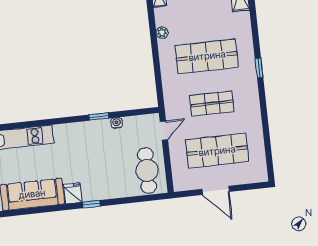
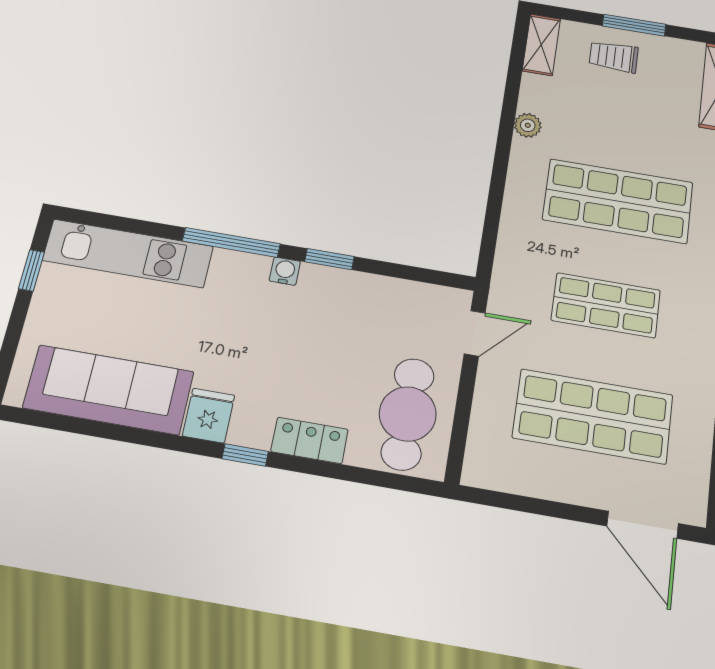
window: (58, 121) -> (231, 242), added
water cooler: (117, 123) -> (285, 271), moved
door: (216, 190) -> (643, 525), moved
locker: (113, 192) -> (310, 440), added

